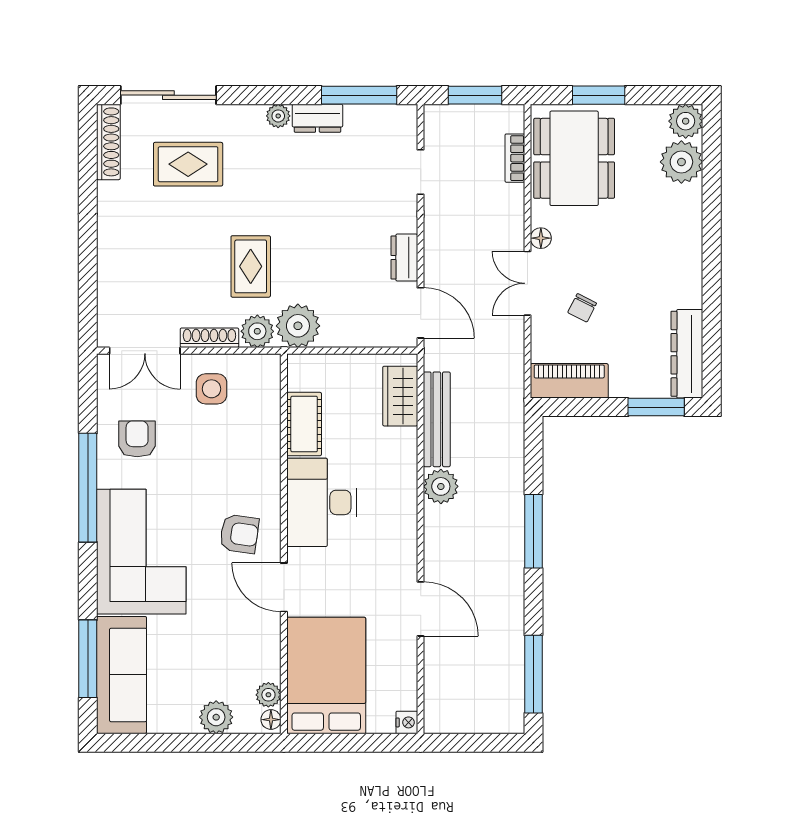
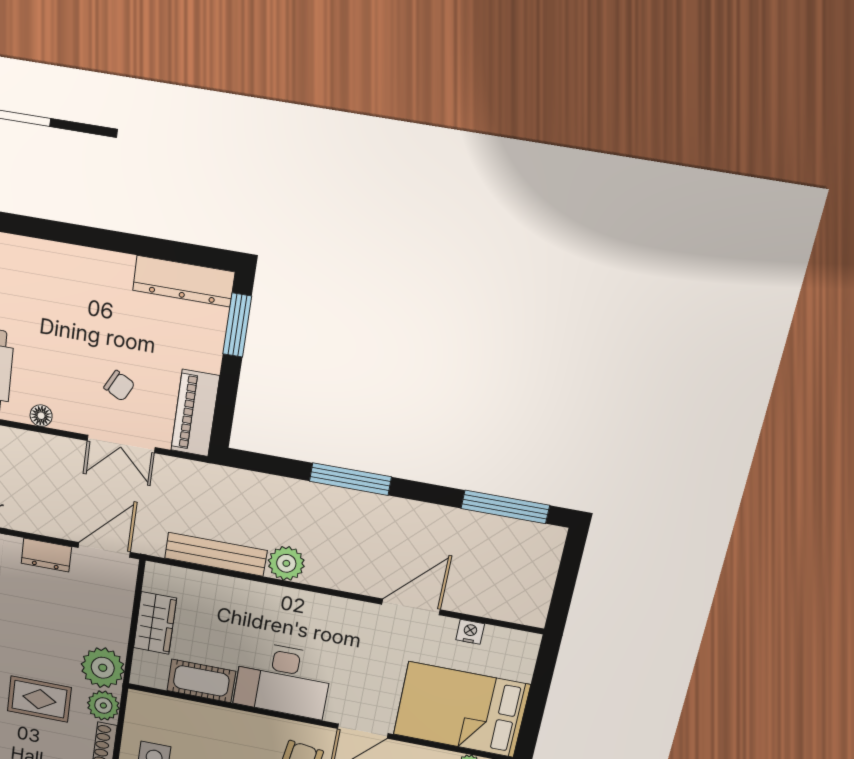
double door: (527, 283) -> (121, 444), moved
wardrobe: (400, 396) -> (155, 623), moved, turned -90
nightstand: (407, 722) -> (470, 632), moved

